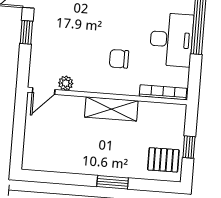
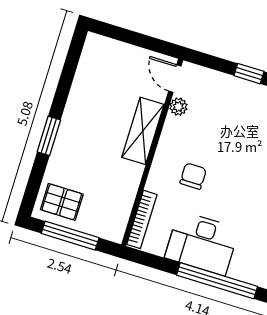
shelving: (111, 109) -> (143, 131), moved
window: (189, 147) -> (70, 236), width x2.17
pallet: (163, 160) -> (62, 202), turned 90

